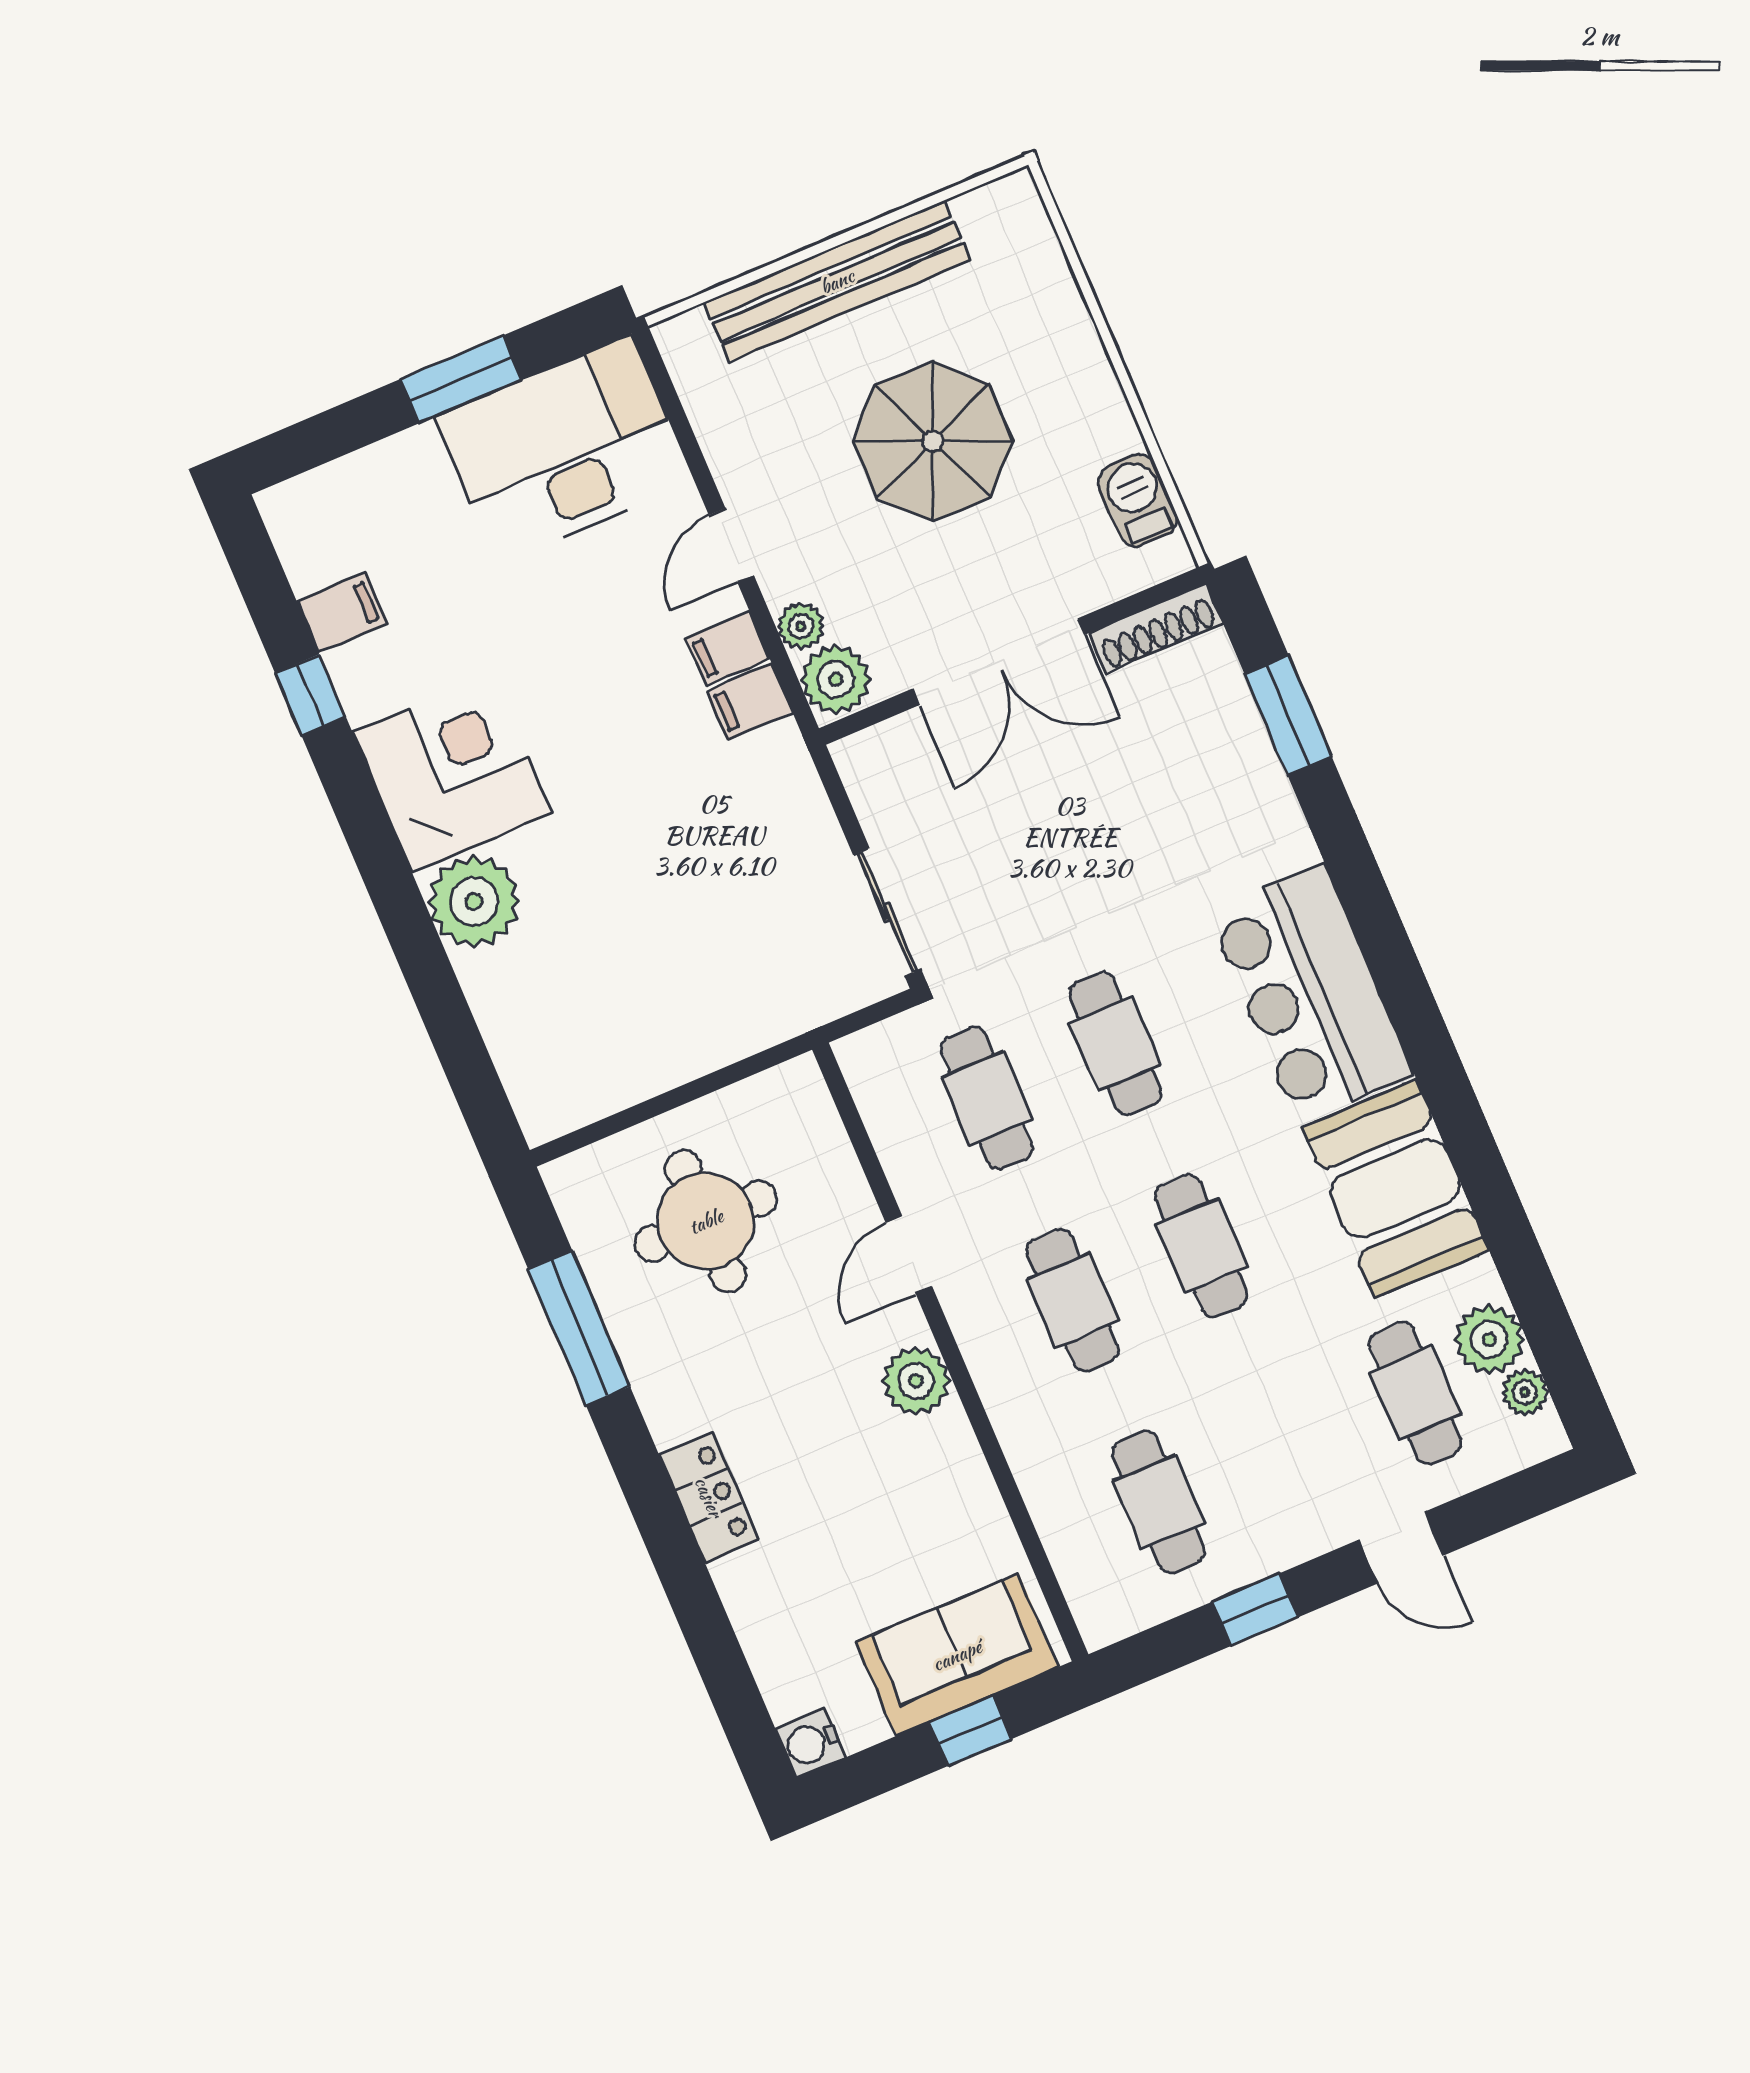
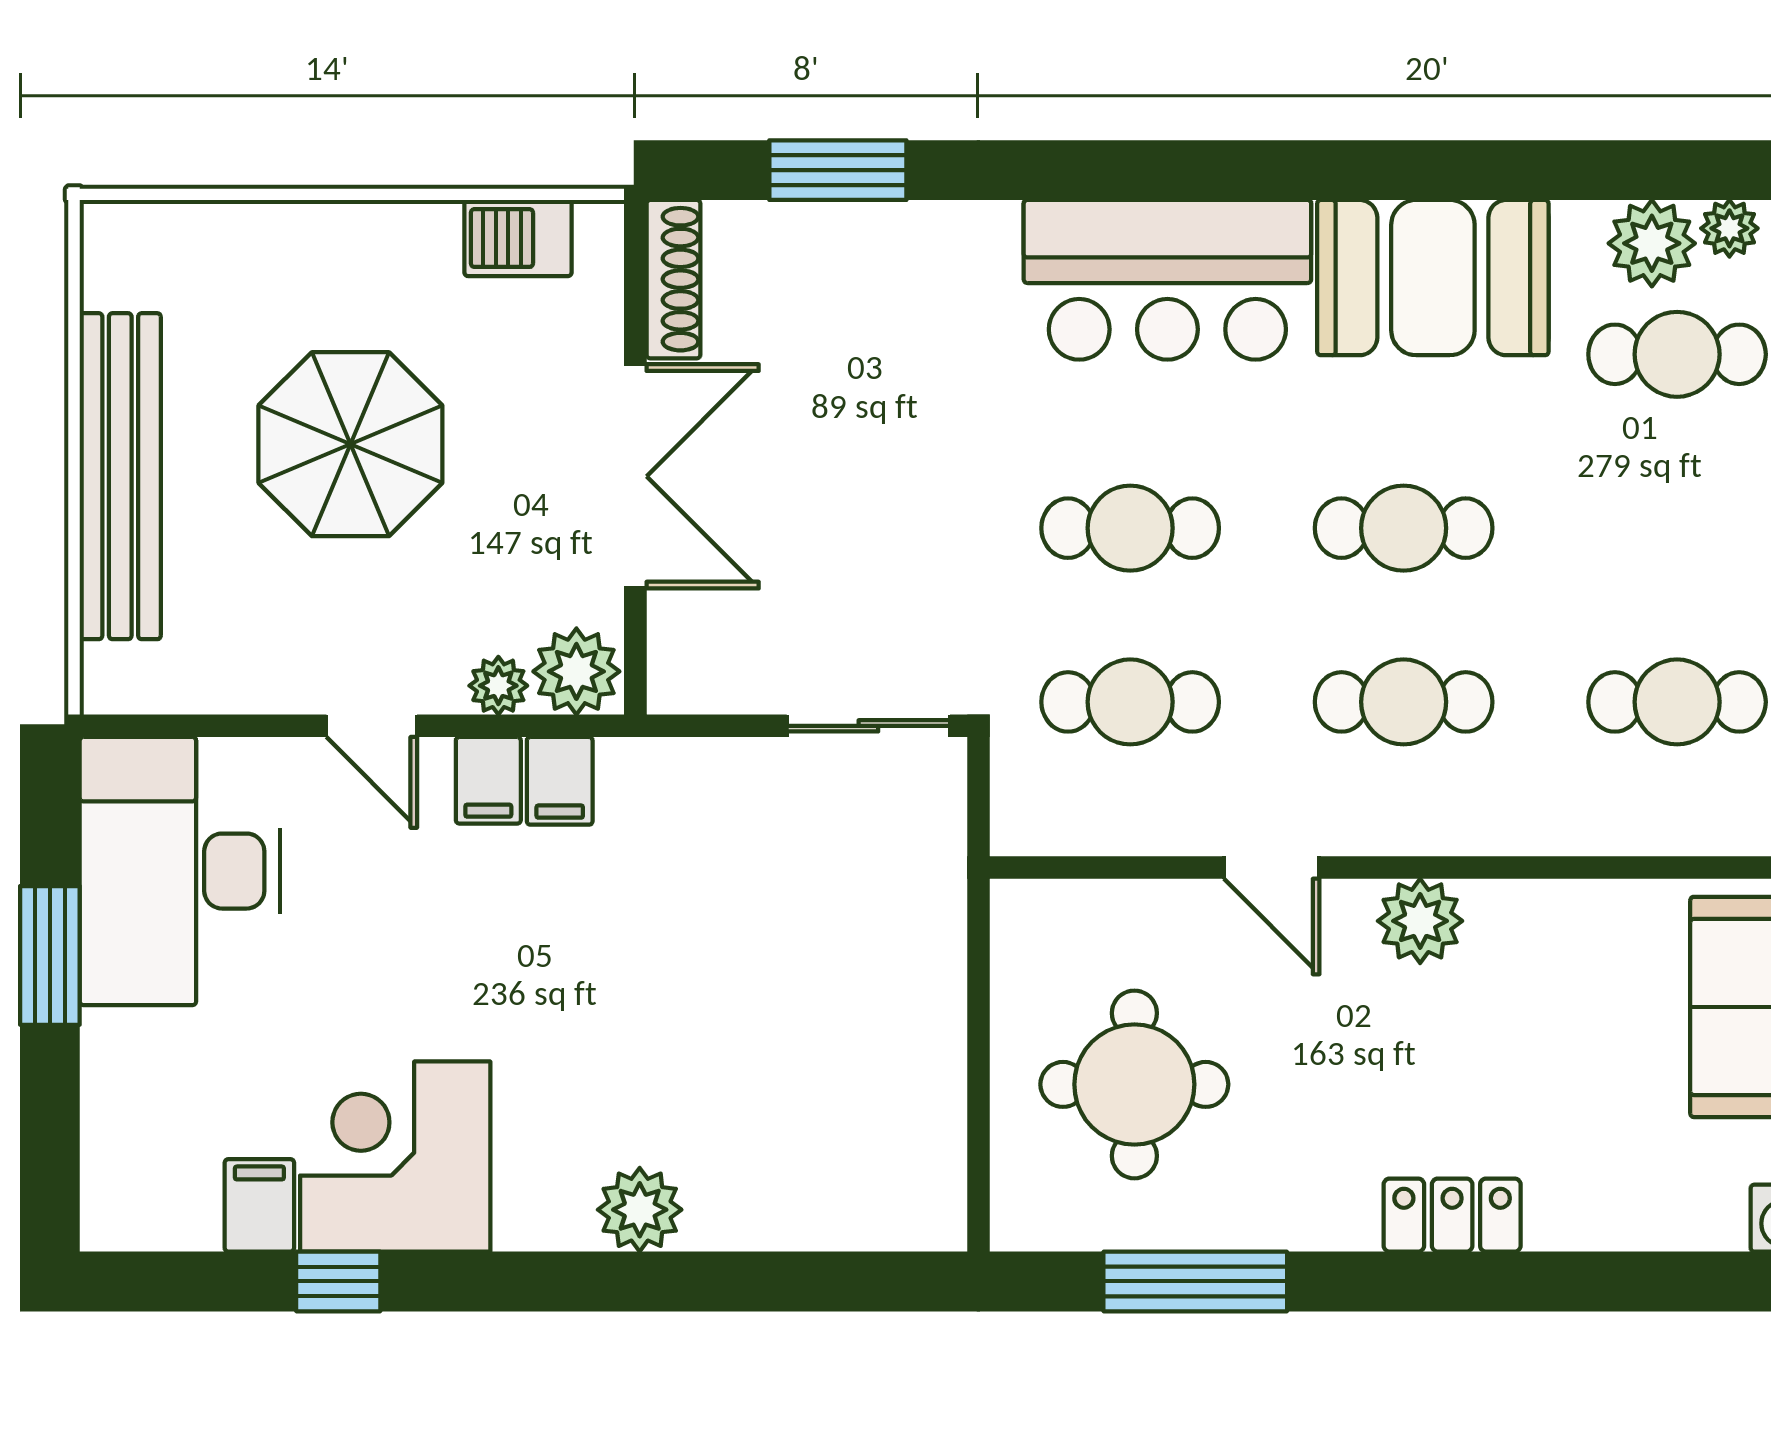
corner desk: (452, 773) -> (395, 1157), moved
plant: (474, 901) -> (640, 1210), width x0.73, depth x0.73

